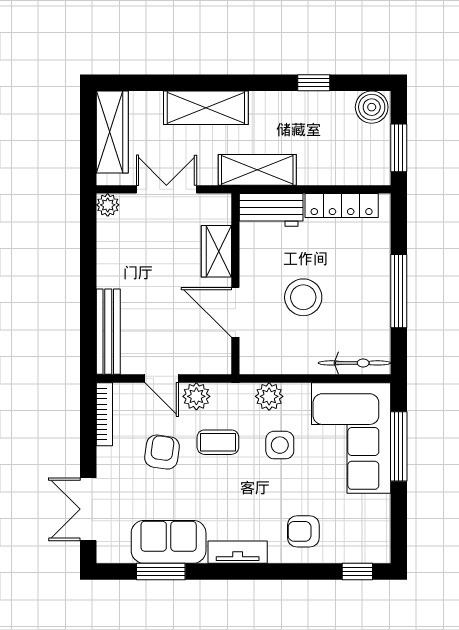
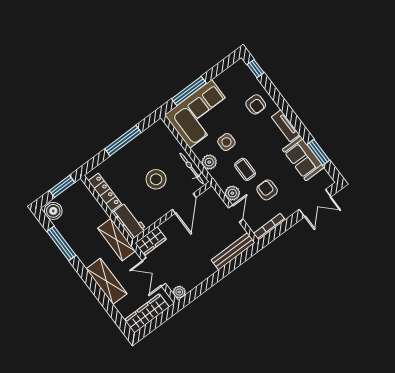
window: (314, 83) -> (61, 243), width x2.17
wardrobe: (216, 251) -> (151, 241), moved
bicycle: (354, 363) -> (192, 168), moved
armchair: (162, 452) -> (267, 190), turned 82

